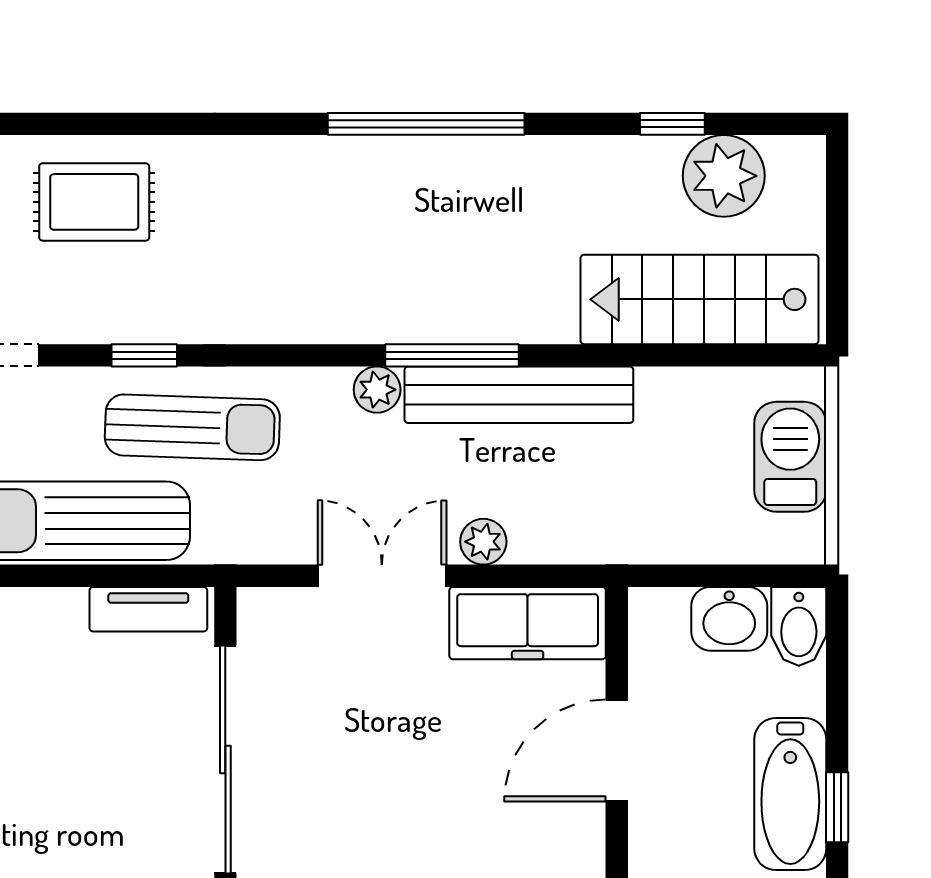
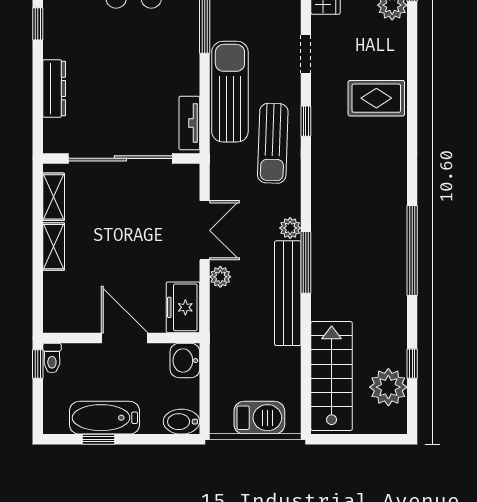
rug: (94, 202) -> (376, 98), turned 90
washbasin: (729, 619) -> (185, 360), moved
freezer: (528, 623) -> (183, 307), width x0.71

